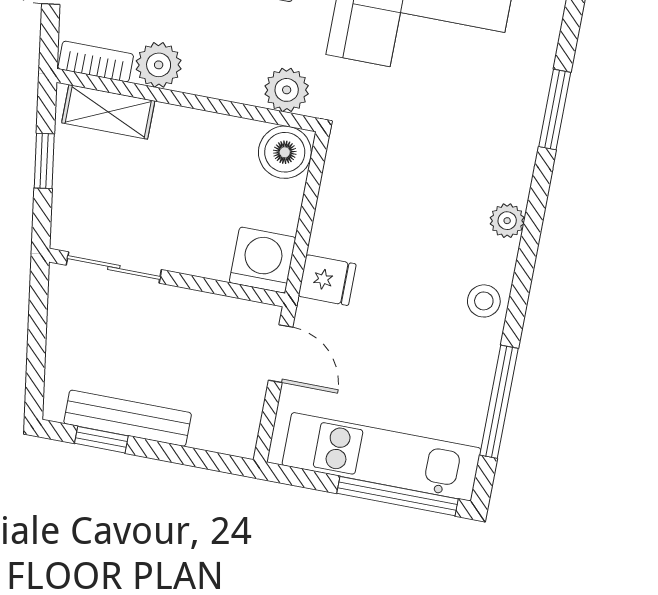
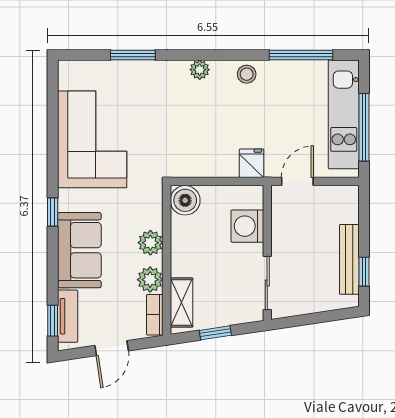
plant: (287, 90) -> (150, 243), moved
washing machine: (263, 260) -> (247, 226), moved
window: (397, 496) -> (364, 127), moved

